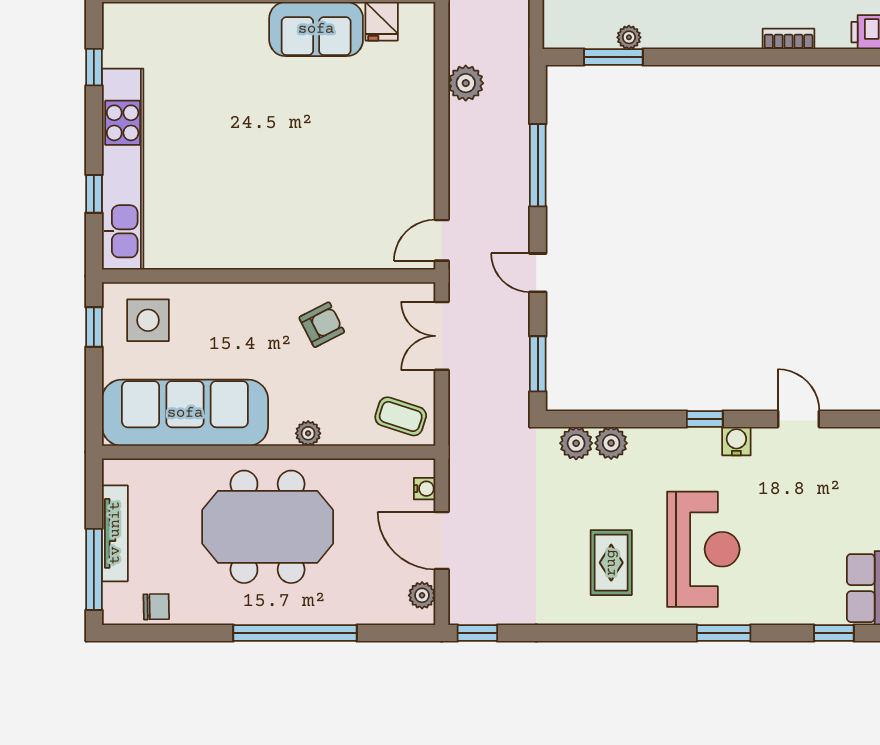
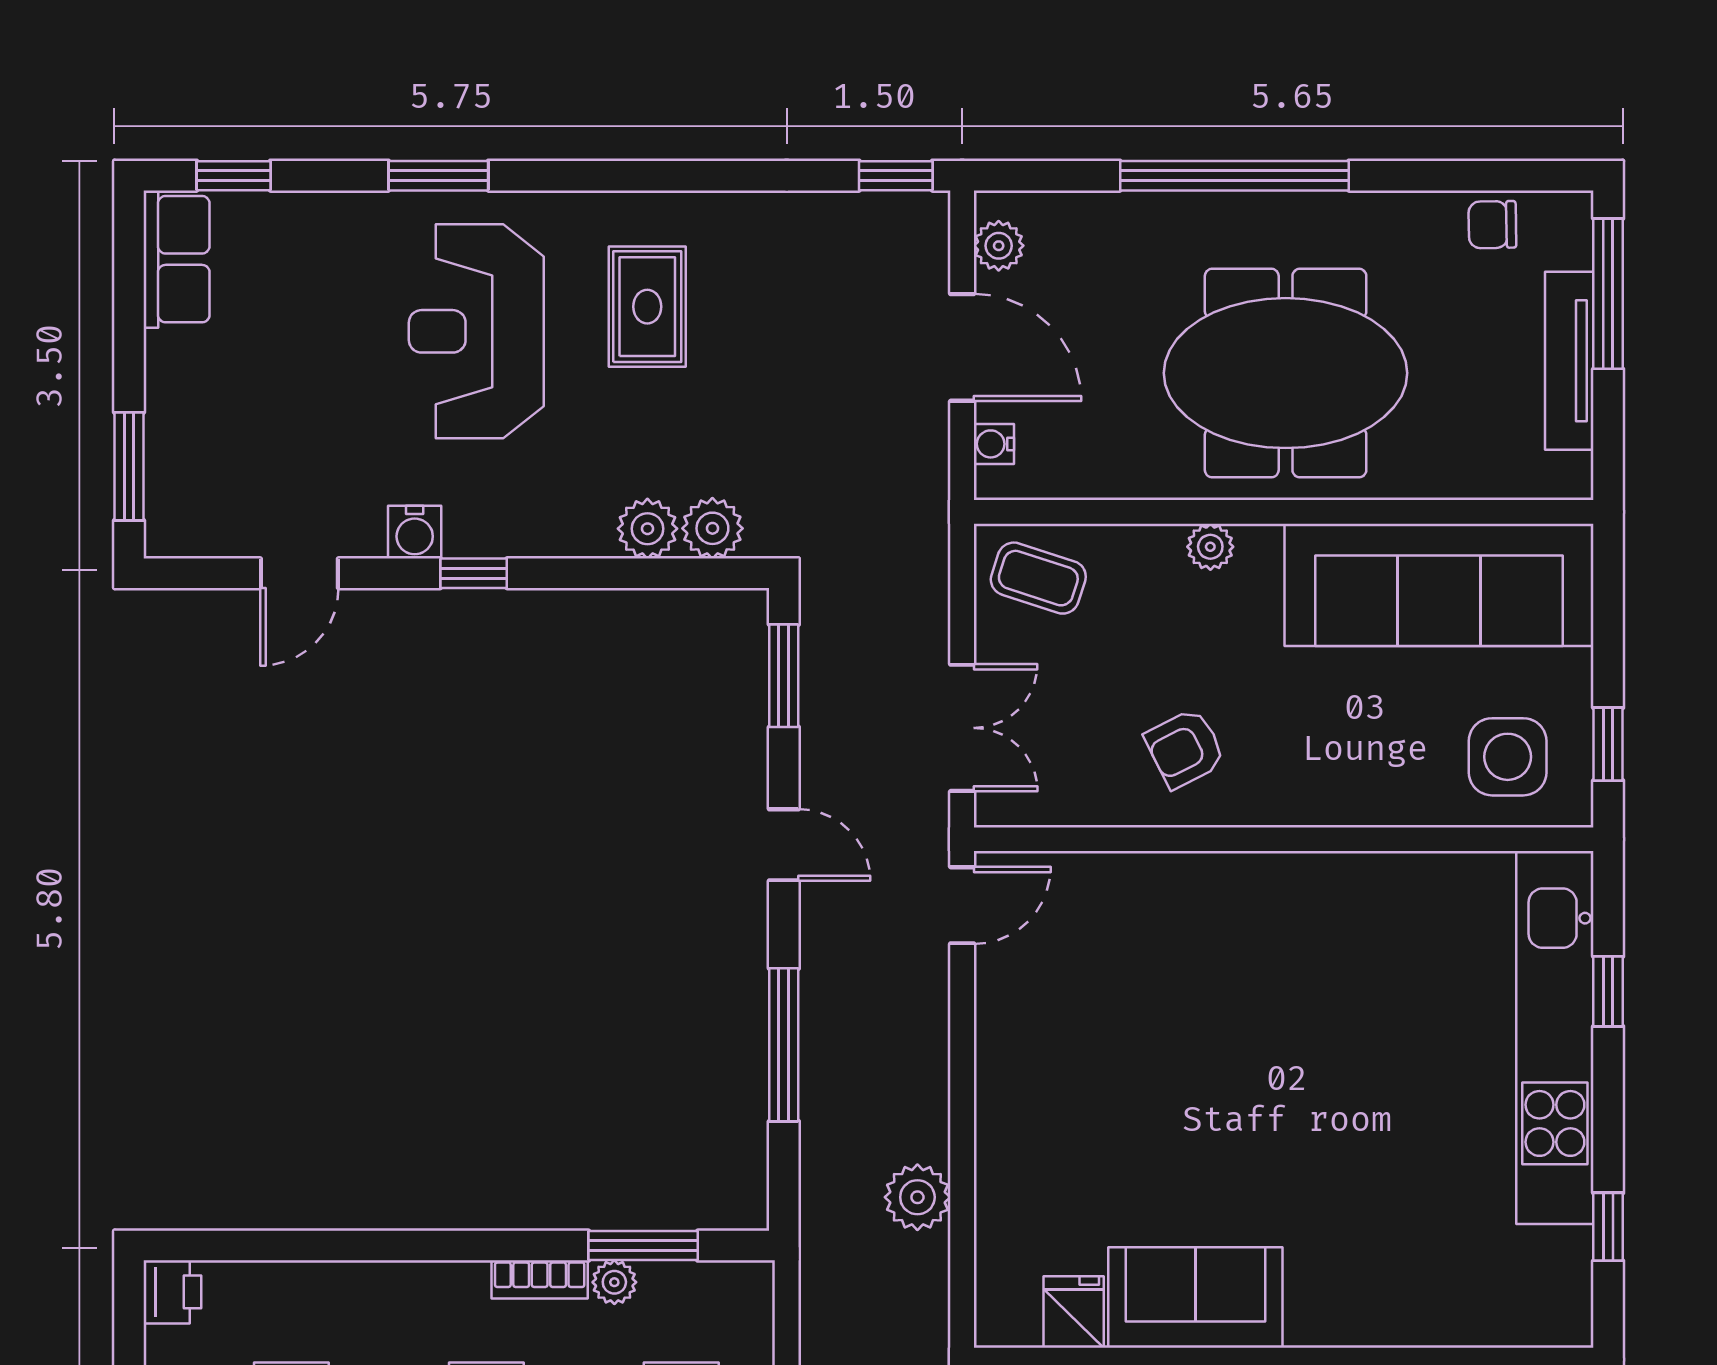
bookcase: (789, 39) -> (540, 1279), moved
door: (799, 419) -> (299, 573), hinge flipped

